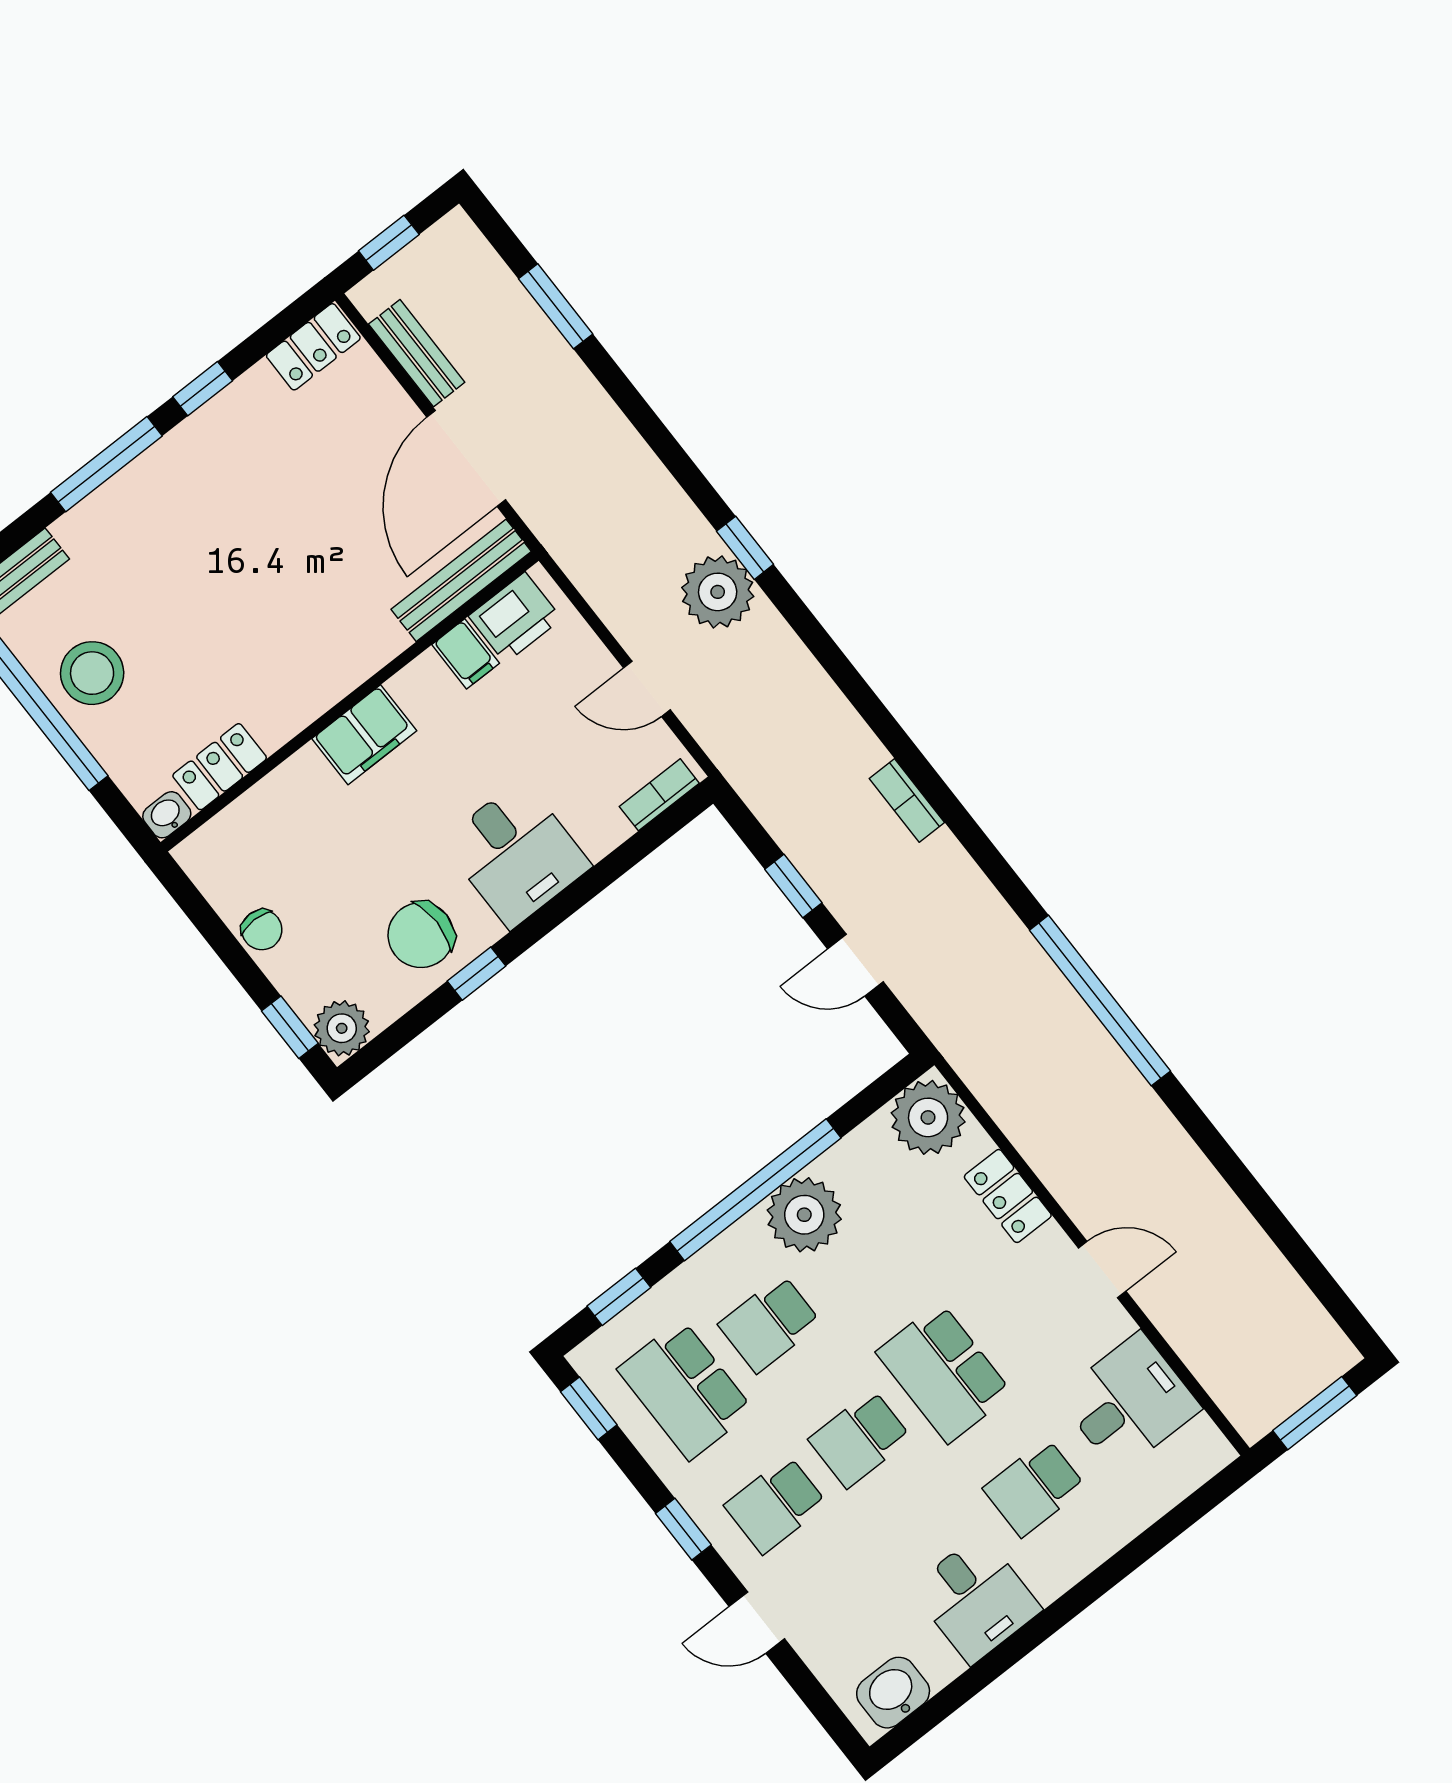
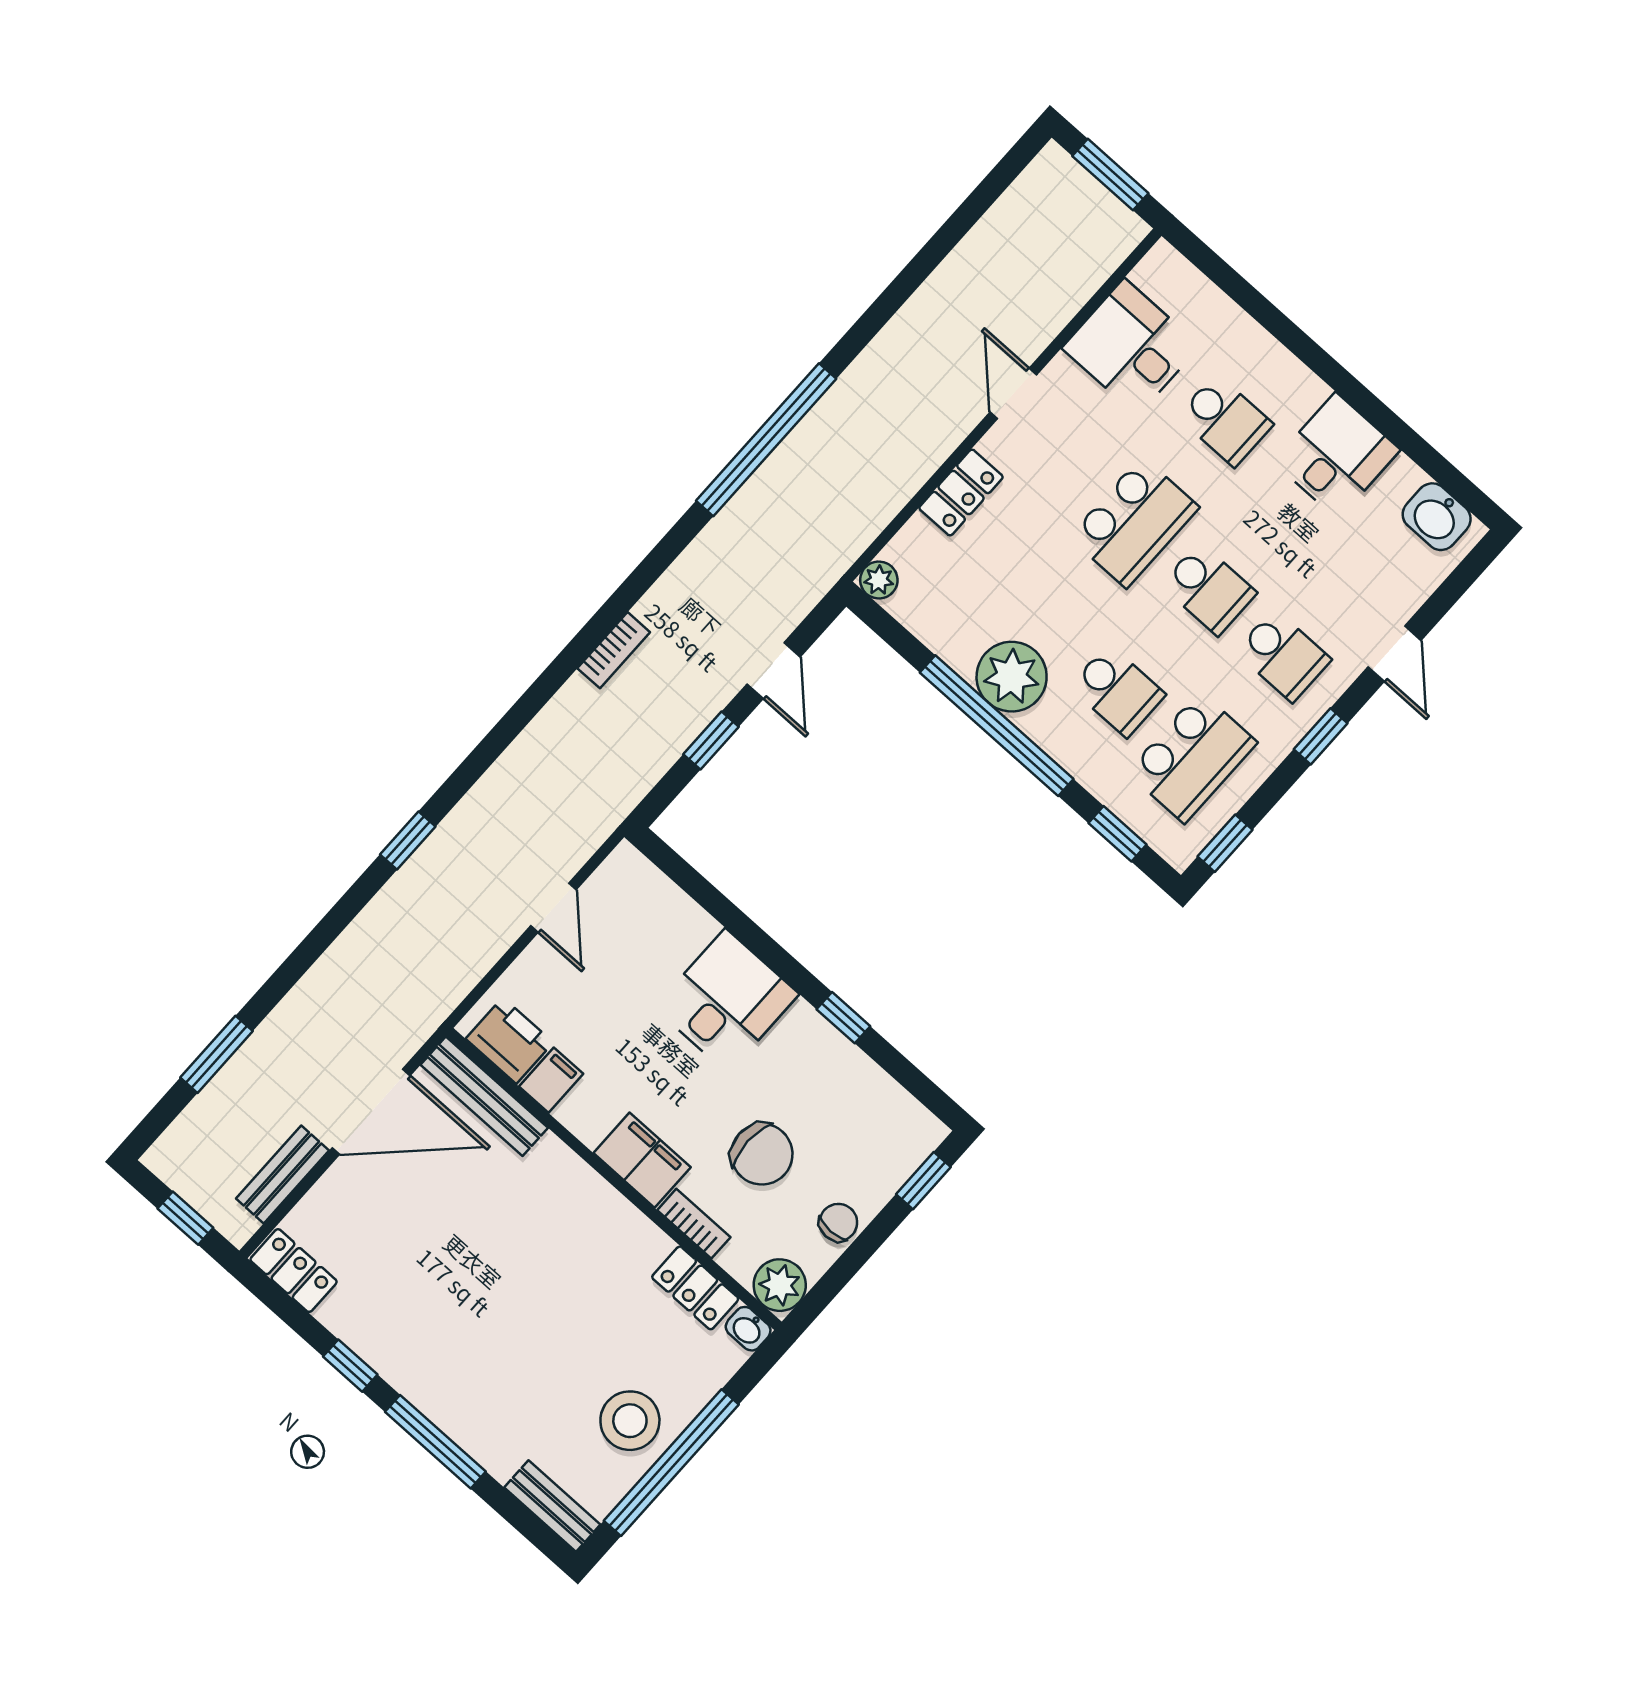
plant: (718, 592) -> (453, 858), removed
bookcase: (659, 795) -> (694, 1224), moved, turned 180
chair: (421, 935) -> (762, 1154), moved
plant: (342, 1028) -> (780, 1285), moved
plant: (928, 1117) -> (879, 580), width x0.53, depth x0.53

